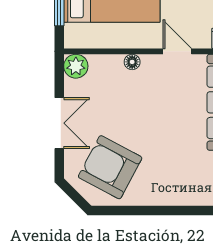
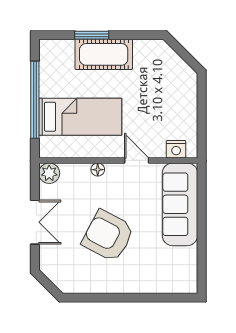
armchair: (110, 167) -> (108, 236), moved

